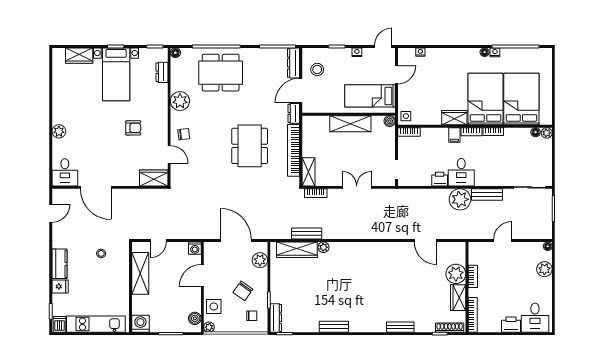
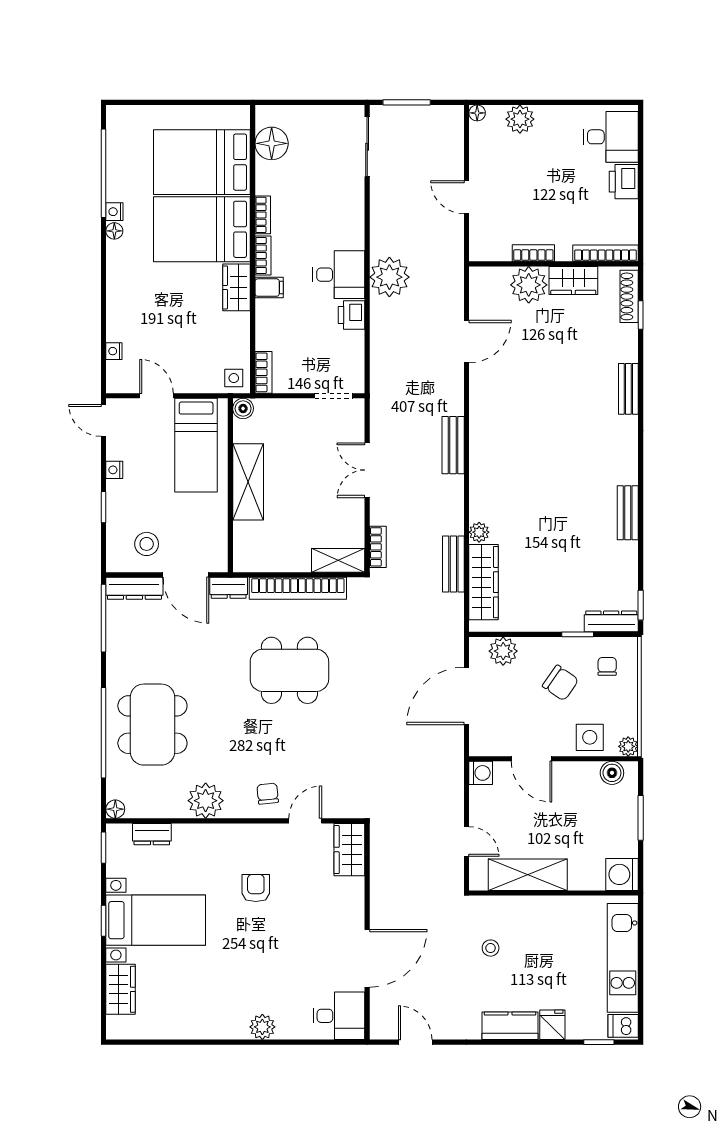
floor lamp: (536, 132) -> (272, 143), width x1.89, depth x1.89
plant: (547, 133) -> (265, 115), removed
bench: (487, 195) -> (453, 445), moved

